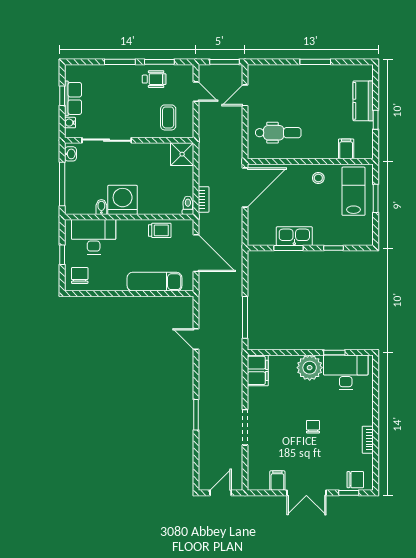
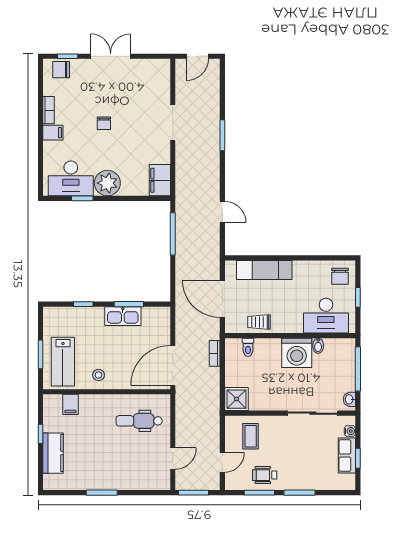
door: (196, 92) -> (222, 462), swing flipped
toilet: (188, 205) -> (248, 347), moved
filing cabinet: (277, 481) -> (53, 133), moved, turned -90

